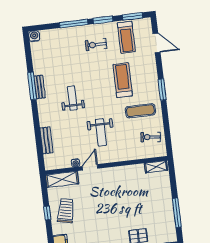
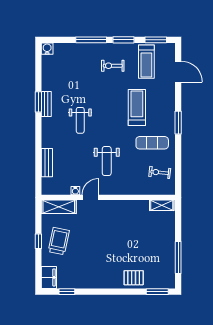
window: (32, 86) -> (38, 102), width x0.69
weight bench: (72, 98) -> (80, 120), turned 180

